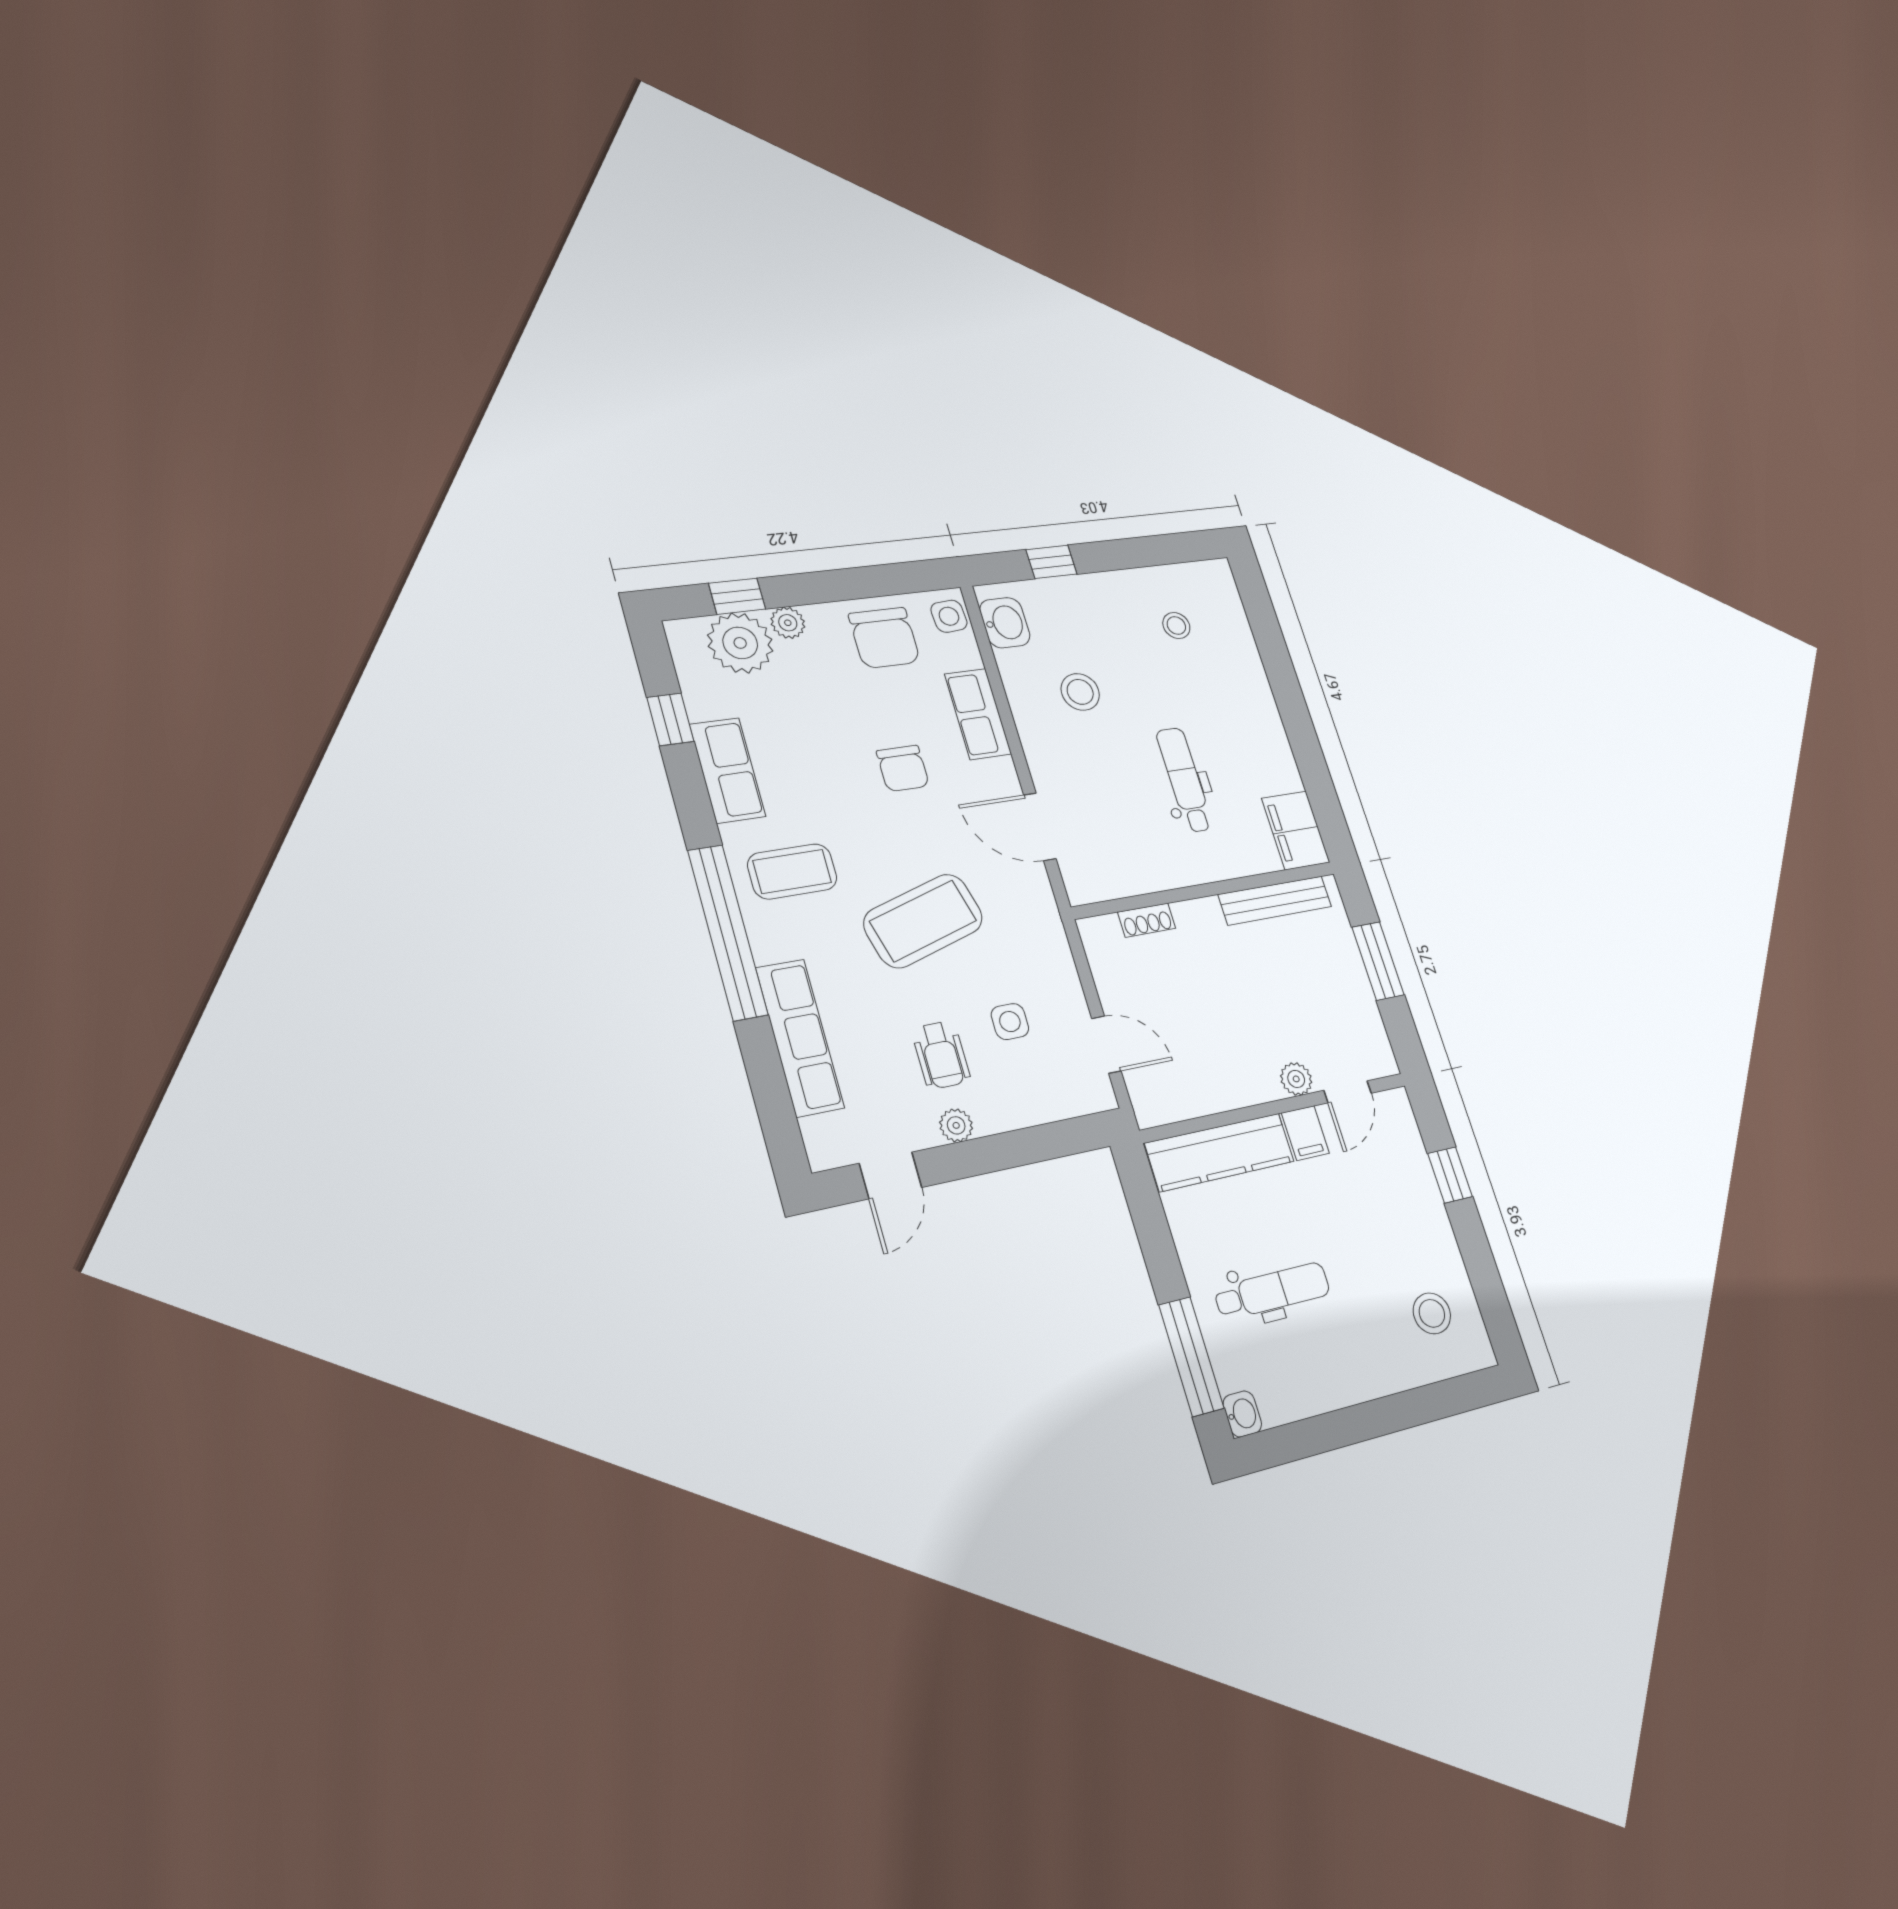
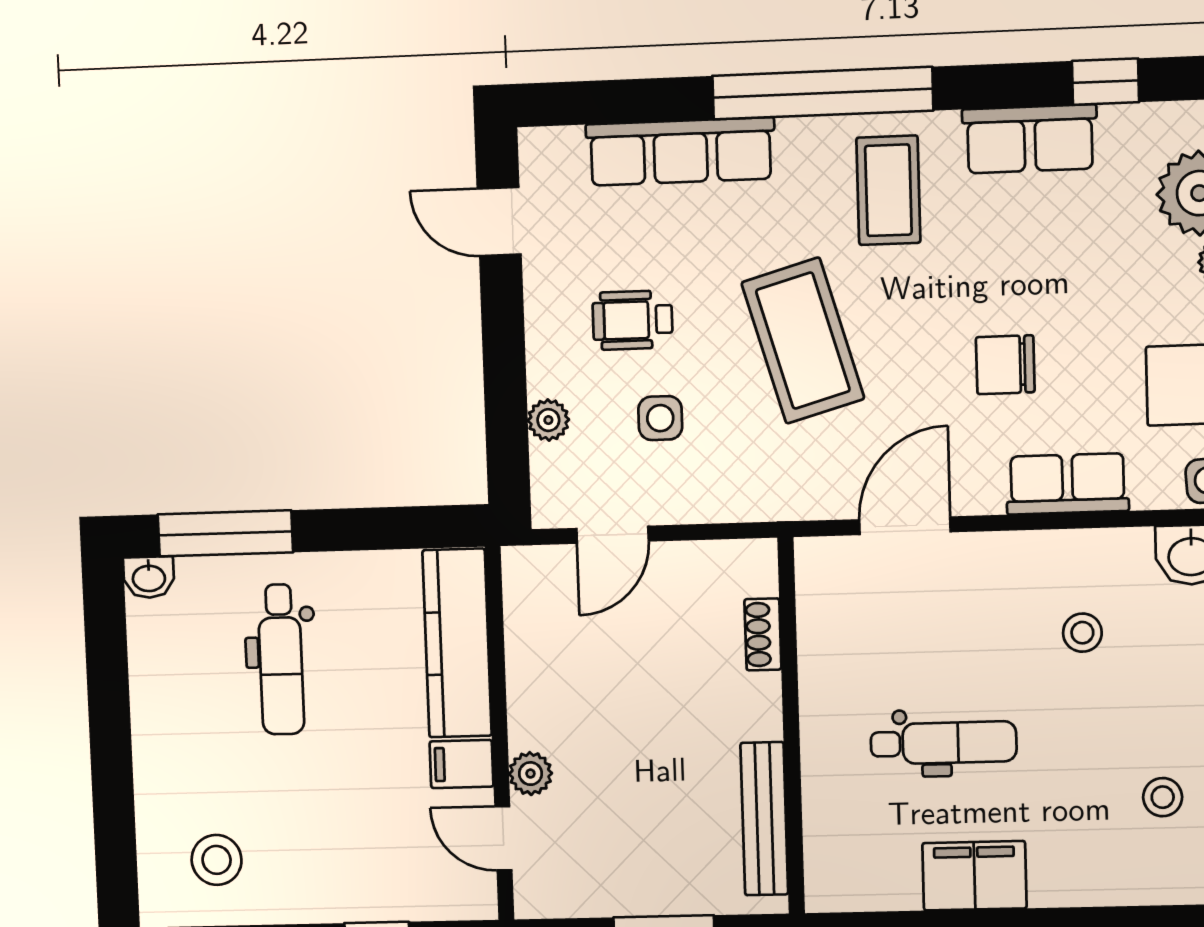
stool: (1080, 692) -> (1082, 633), width x0.73, depth x0.73
filing cabinet: (1296, 830) -> (974, 876), moved
plant: (956, 1125) -> (548, 420), moved

